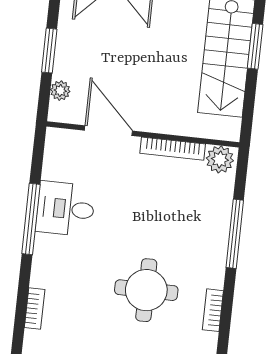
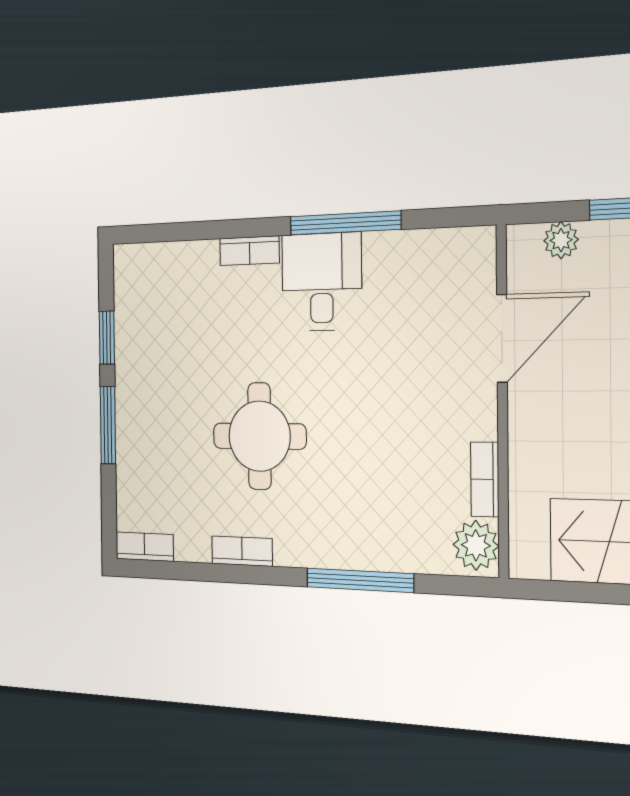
bookcase: (173, 149) -> (485, 479), width x0.64
desk: (65, 209) -> (322, 282), moved
bookcase: (35, 309) -> (249, 251), moved

